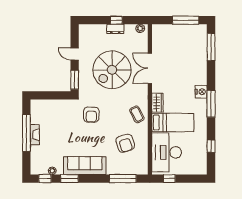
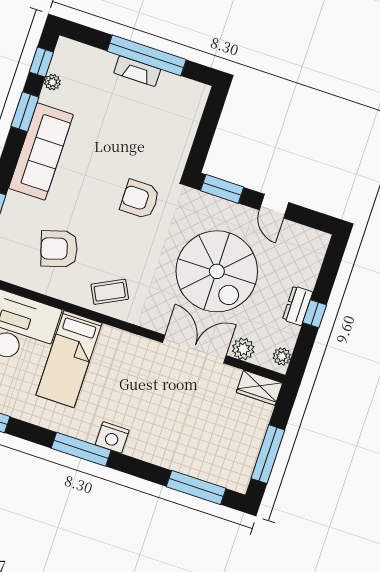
plant: (143, 47) -> (243, 349), added
door: (75, 54) -> (274, 206), swing flipped
spiral stairs: (112, 70) -> (217, 271), turned 180
wardrobe: (157, 103) -> (259, 388), moved

